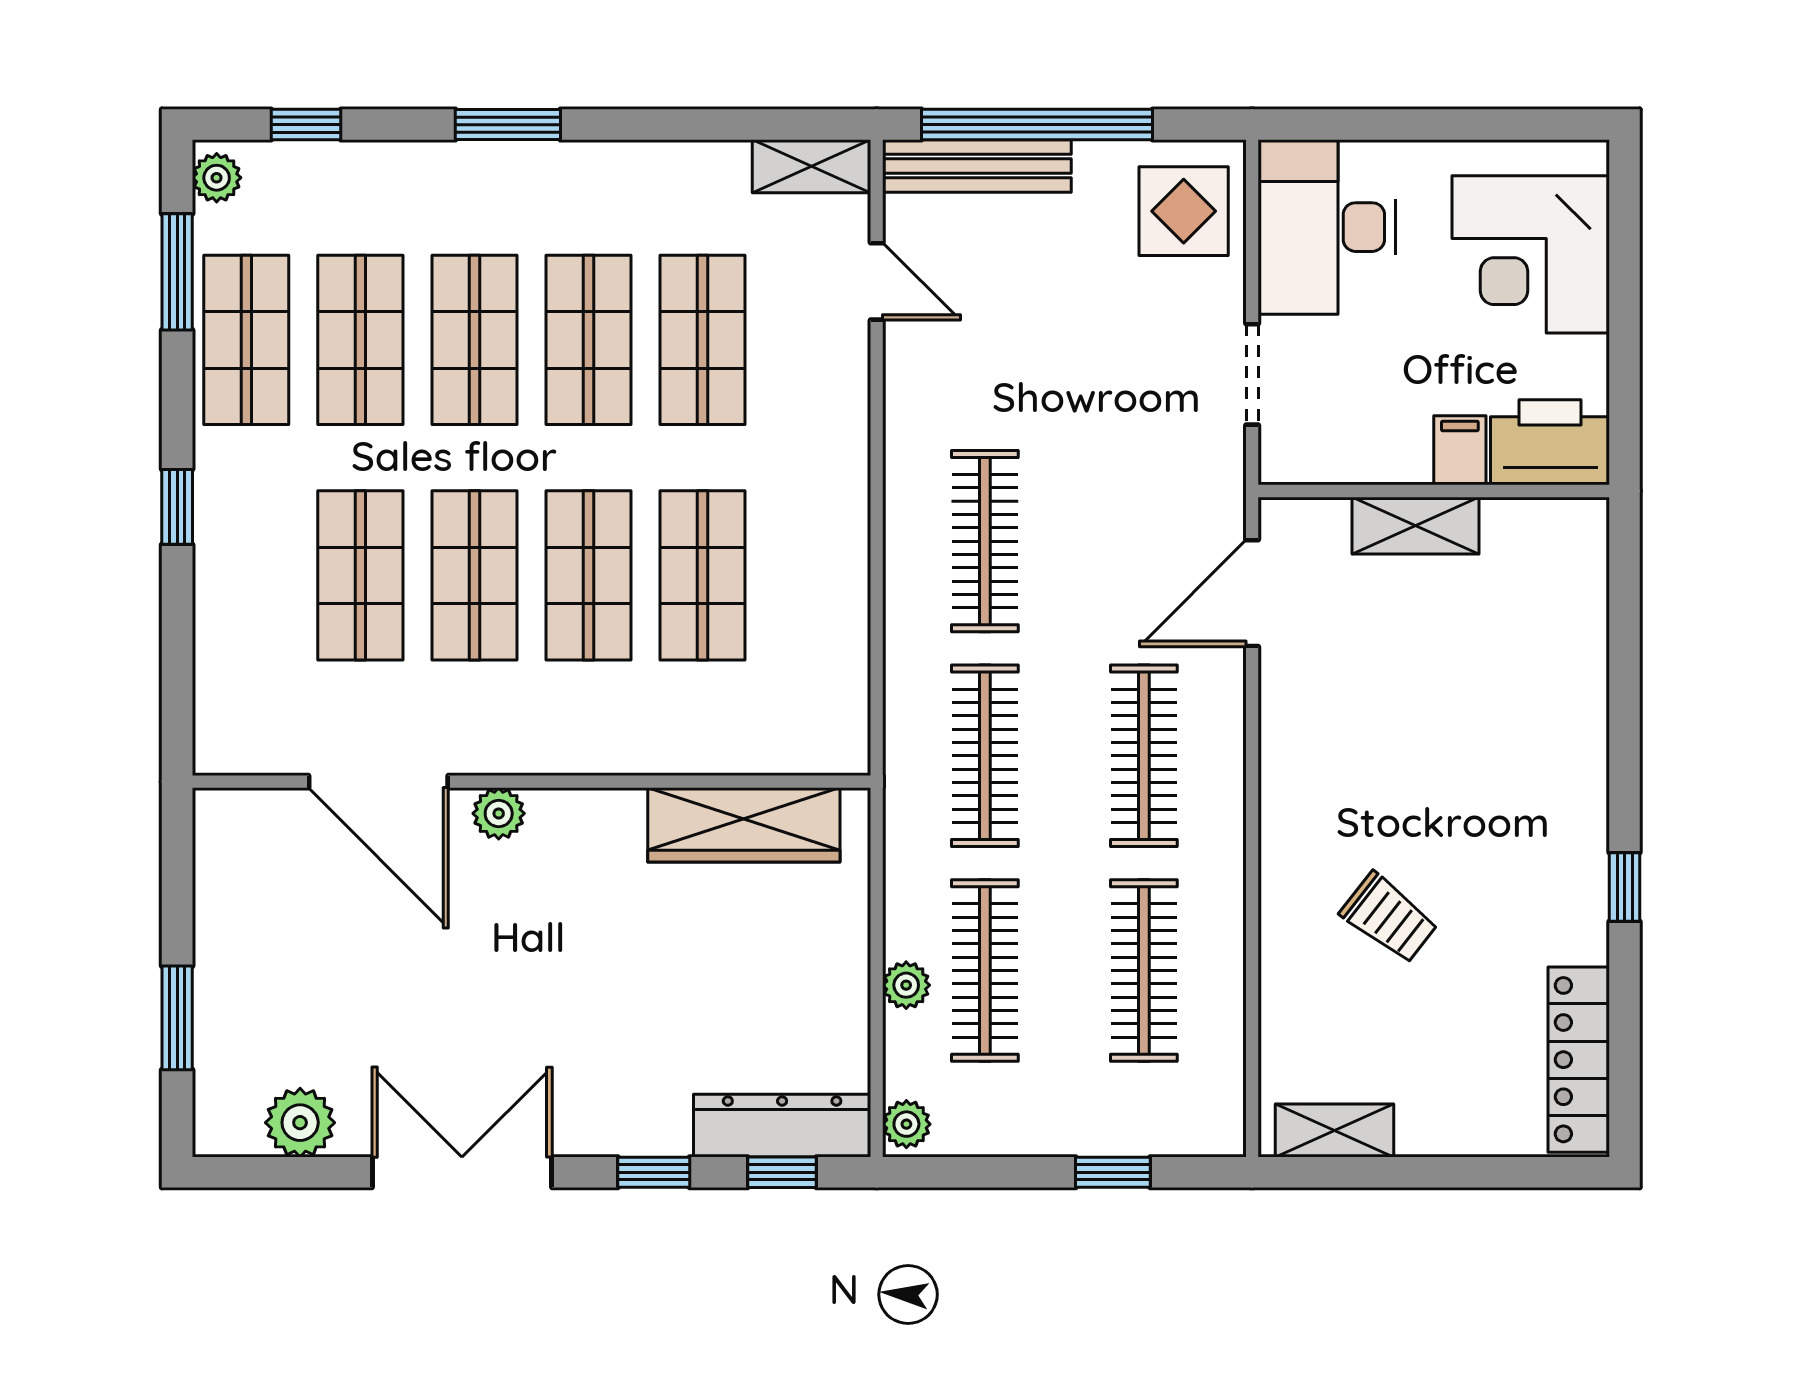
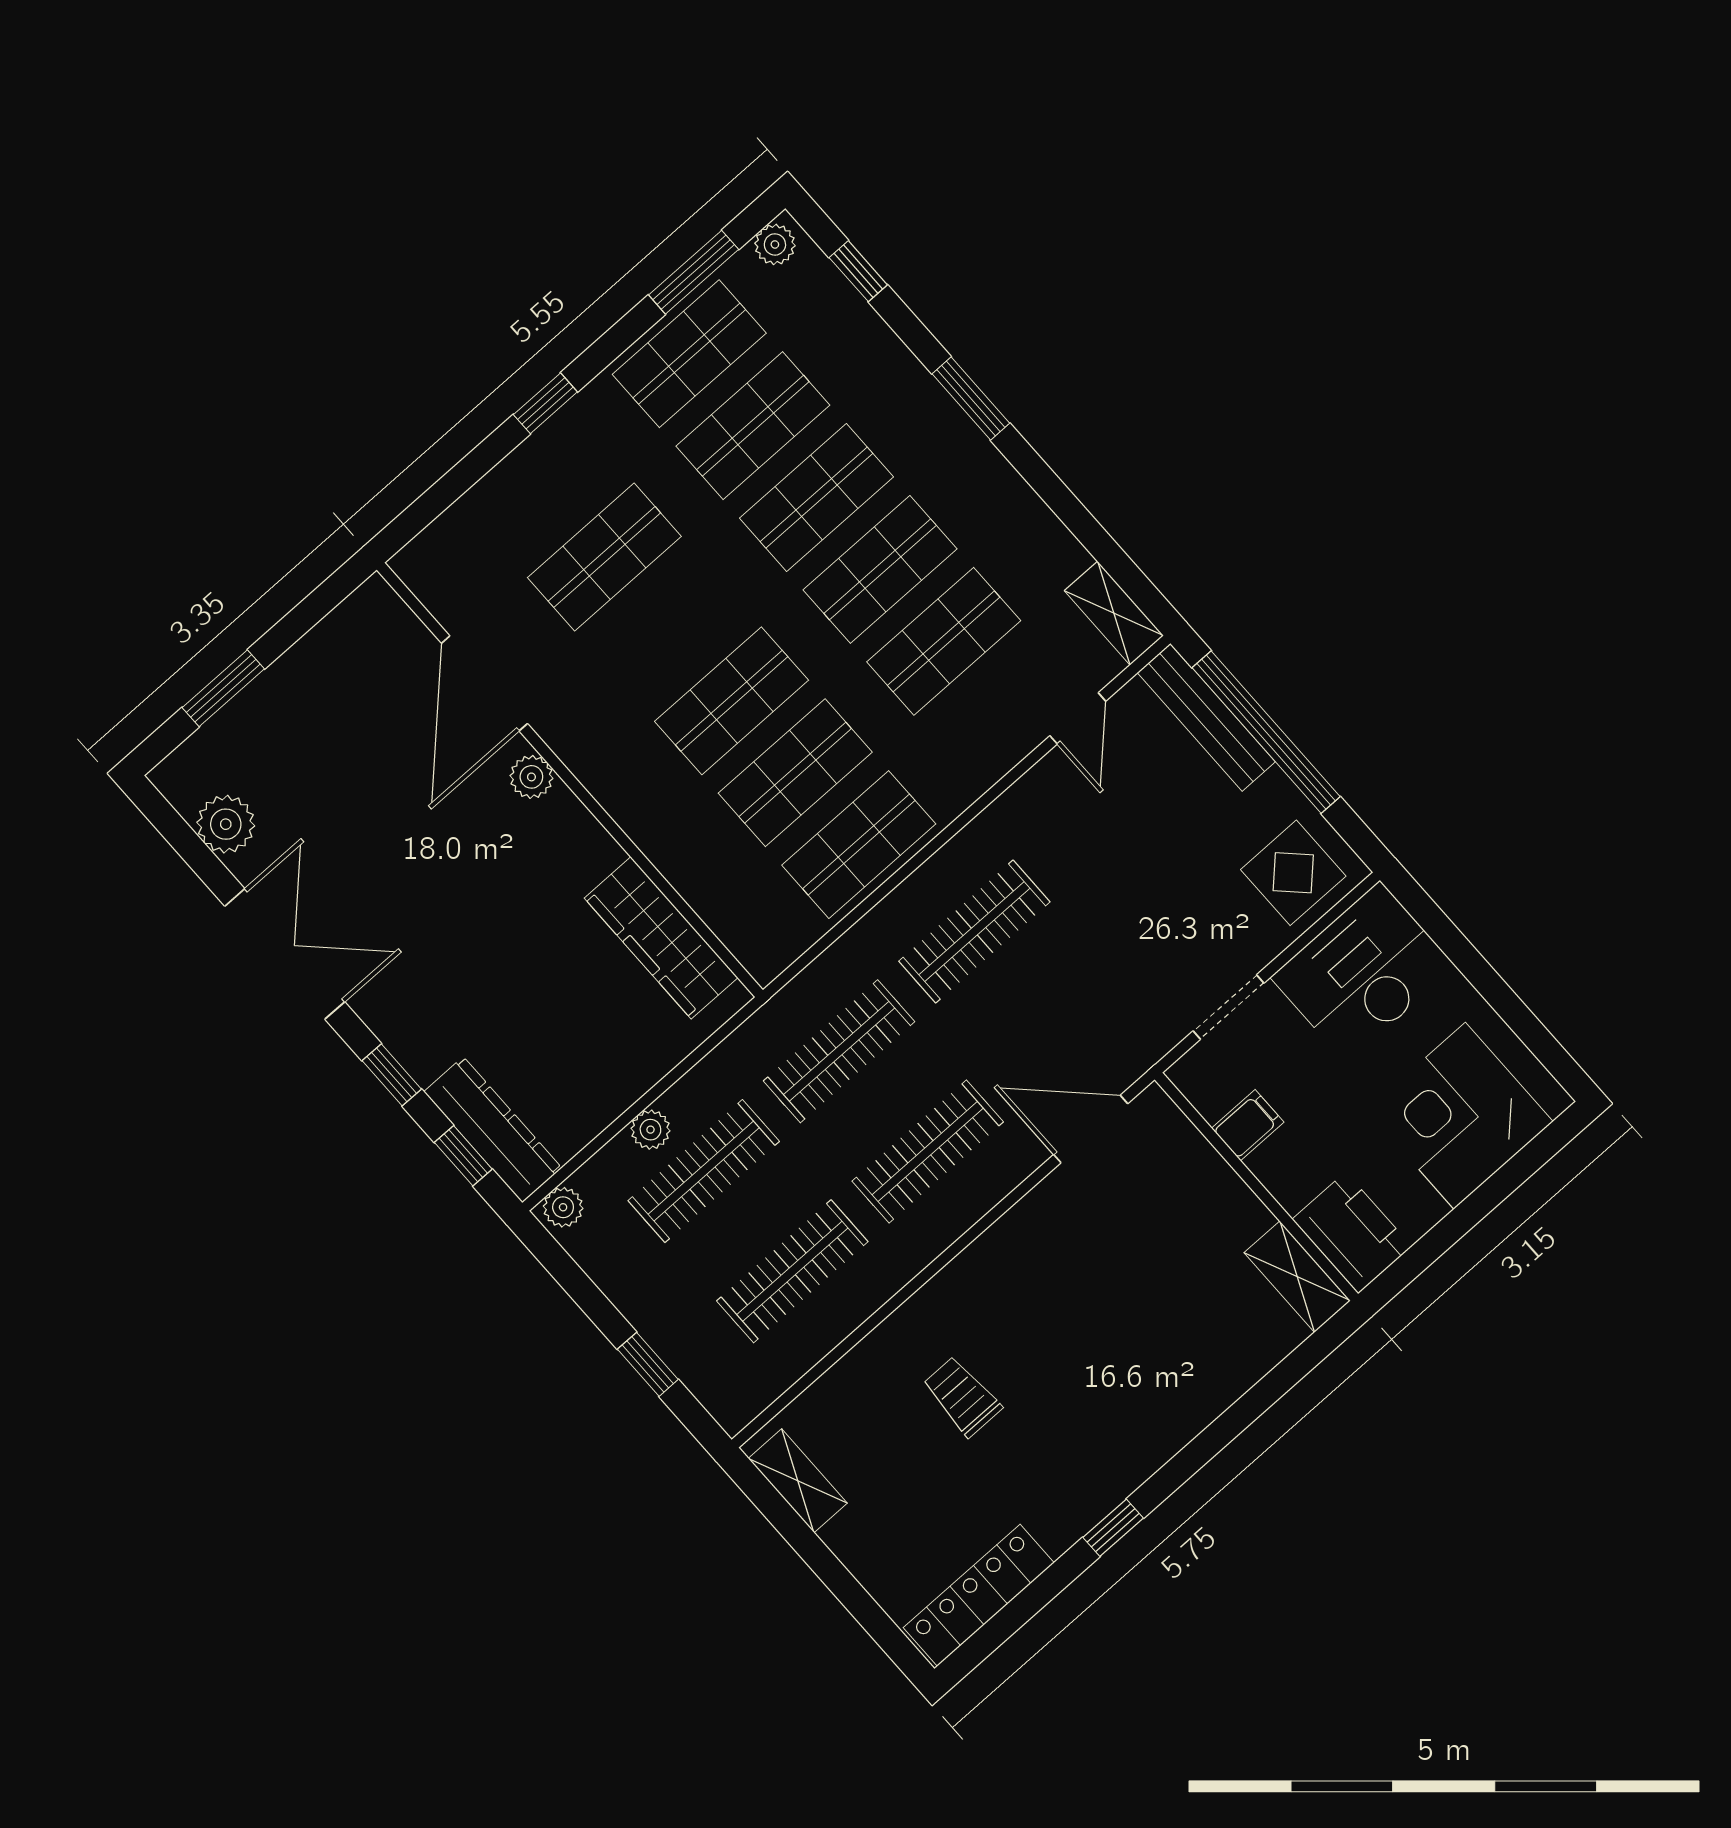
filing cabinet: (1460, 450) -> (1248, 1125), moved
shelving: (1416, 526) -> (1297, 1277), moved
shop shelf: (474, 575) -> (859, 845), moved
trolley: (1389, 918) -> (962, 1396), turned 142

